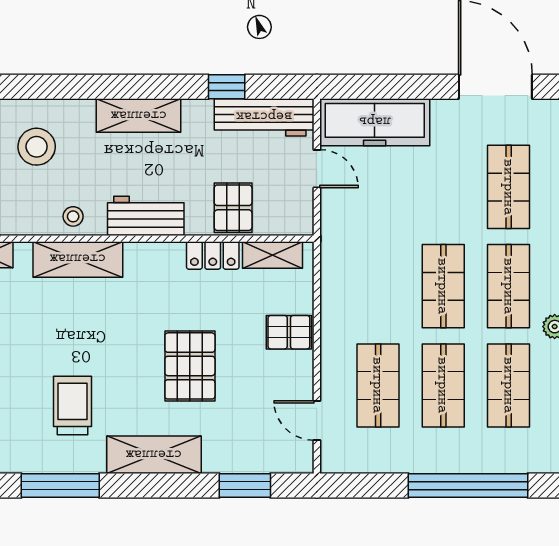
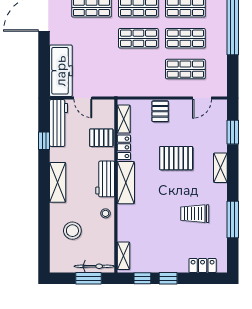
door: (317, 169) -> (83, 98), swing flipped
shelving: (78, 259) -> (126, 183), moved
shelving: (154, 455) -> (220, 168), width x0.67, depth x0.75

